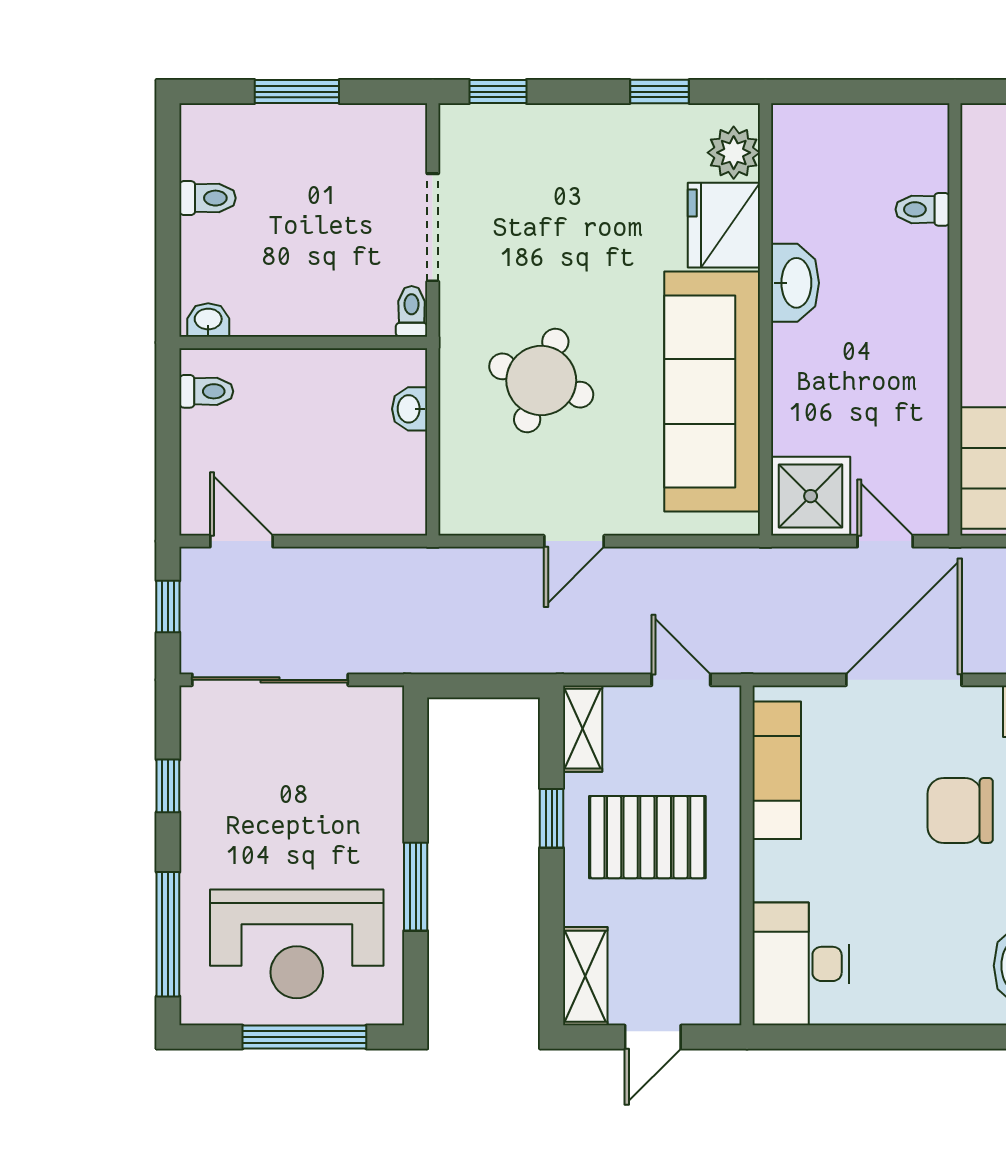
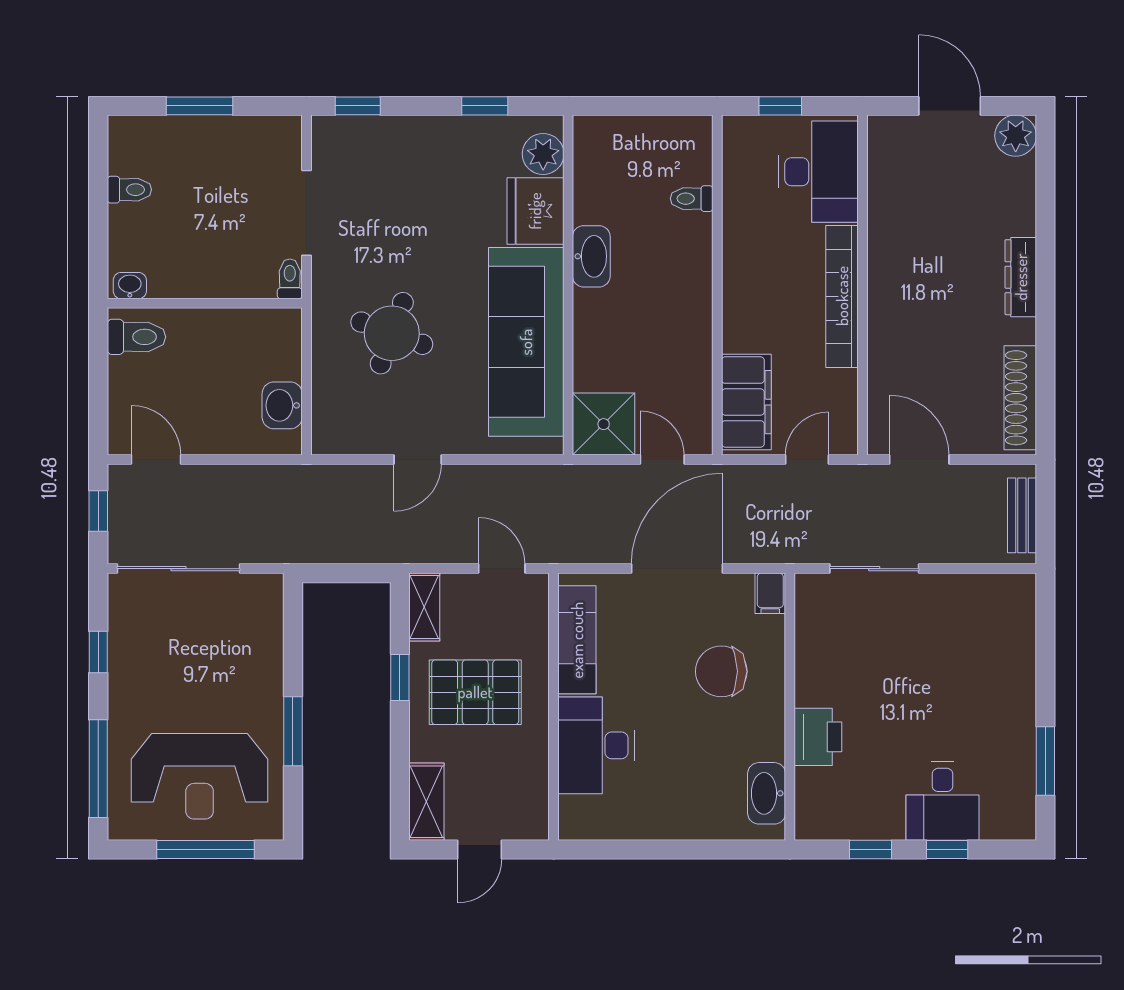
toilet: (206, 391) -> (136, 337), width x1.37, depth x1.39
washbasin: (410, 409) -> (282, 405), moved, width x1.38, depth x1.45
desk: (801, 964) -> (596, 745), moved

